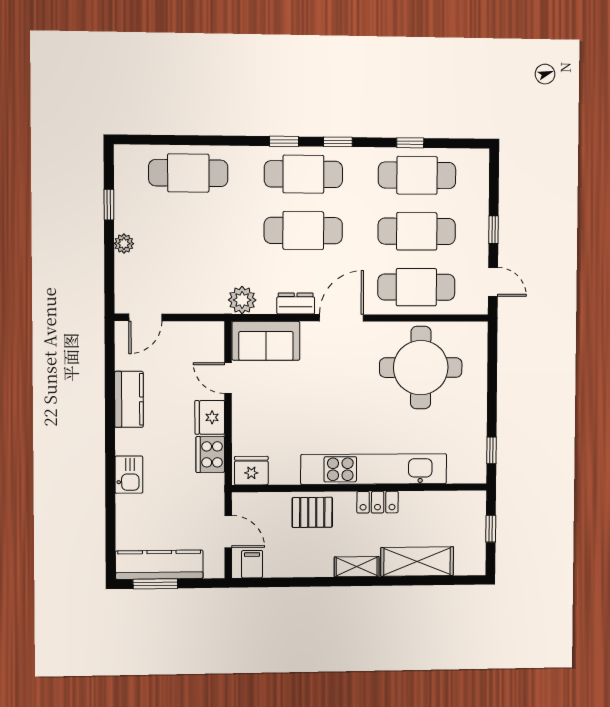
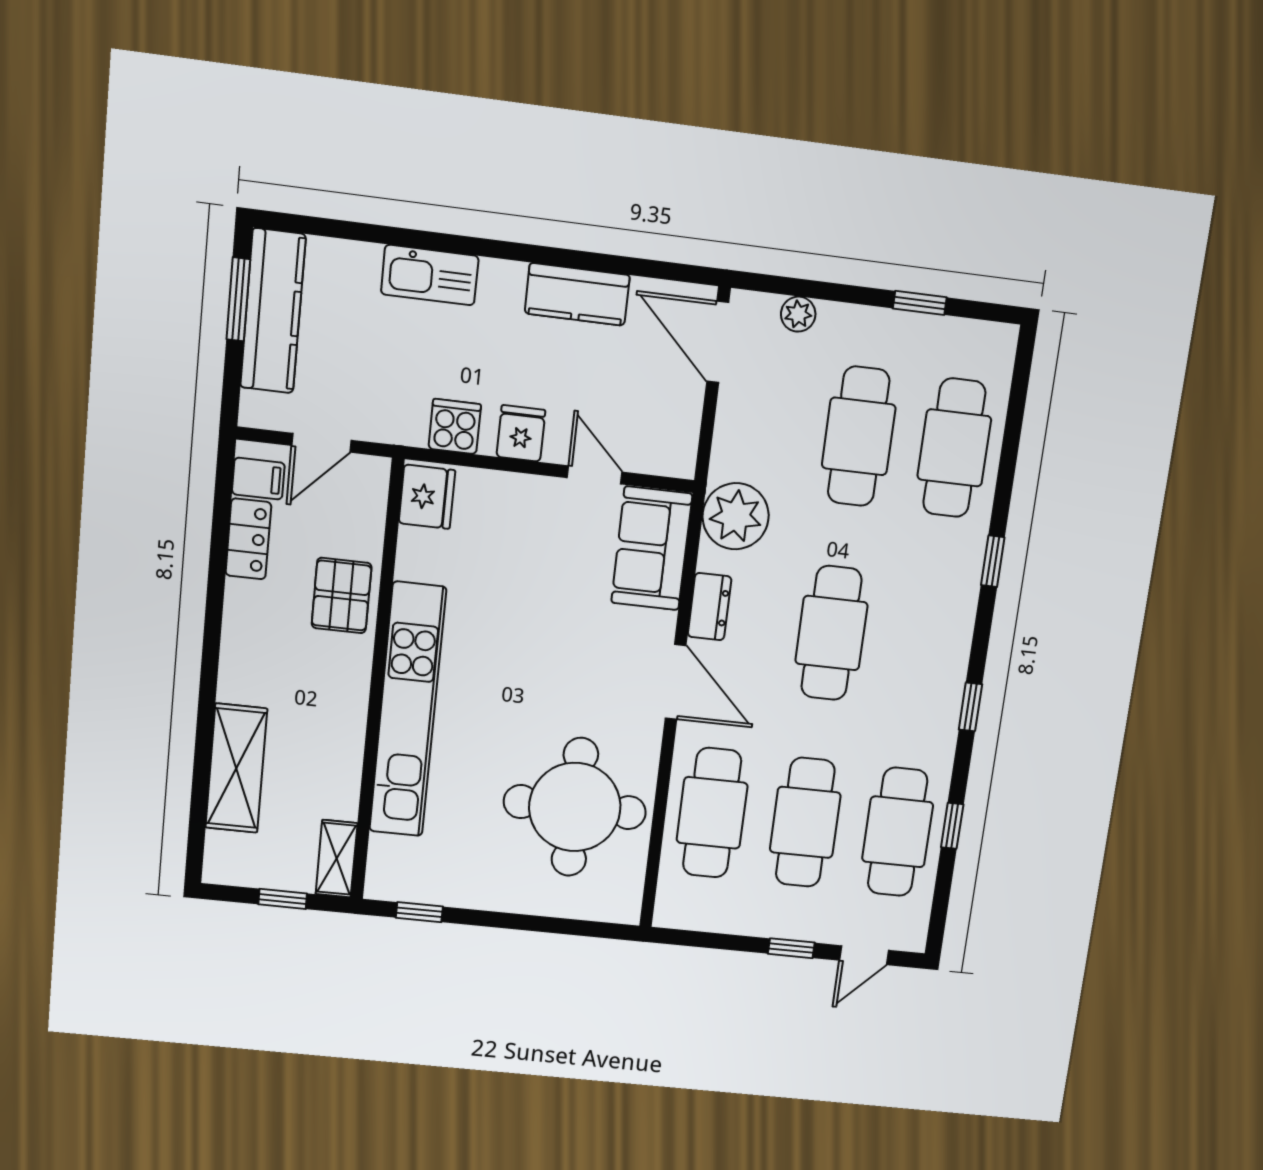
window: (284, 141) -> (993, 561), moved
cafe table: (303, 174) -> (859, 436), moved
plant: (124, 244) -> (798, 314), moved
door: (493, 282) -> (864, 955), moved
plant: (242, 300) -> (736, 516), width x1.36, depth x1.36
door: (145, 317) -> (718, 342), width x1.38
door: (228, 378) -> (595, 475), hinge flipped
fridge: (210, 417) -> (521, 433), width x0.72
cooker: (210, 454) -> (455, 427), width x0.73
kitchen sink: (129, 475) -> (430, 275), width x1.38
locker: (378, 502) -> (248, 539), moved, turned 180
shelving: (357, 567) -> (337, 859), moved

